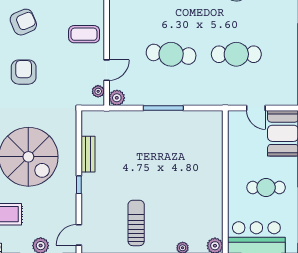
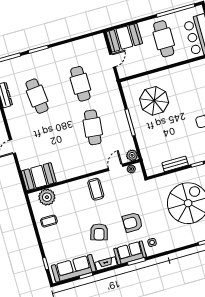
armchair: (23, 22) -> (99, 232), turned -140
door: (107, 70) -> (116, 167), hinge flipped
parasol: (184, 150) -> (154, 101), added
cafe table: (266, 187) -> (164, 39), width x1.37, depth x1.35

